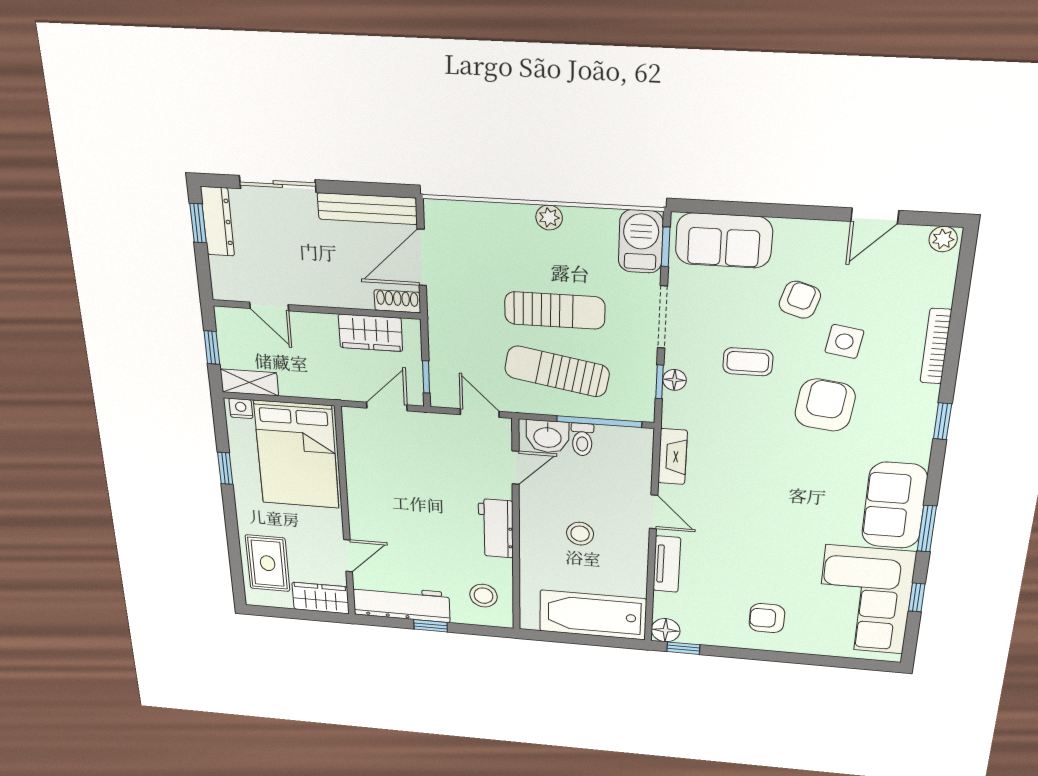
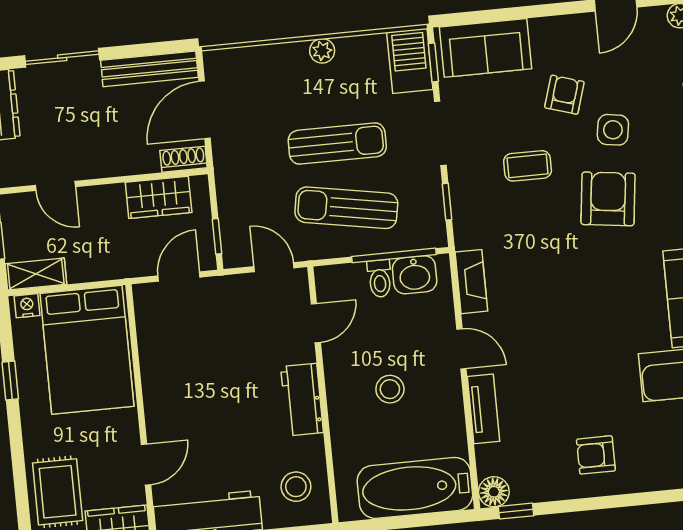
floor lamp: (675, 380) -> (461, 197), removed
washbasin: (547, 437) -> (415, 275), moved

